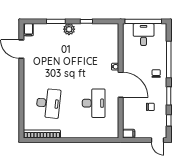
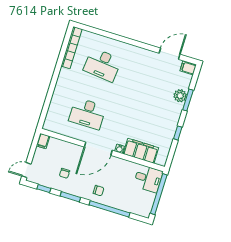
plant: (69, 29) -> (180, 96), moved
desk: (144, 35) -> (148, 179), moved
filing cabinet: (111, 48) -> (141, 151), added

